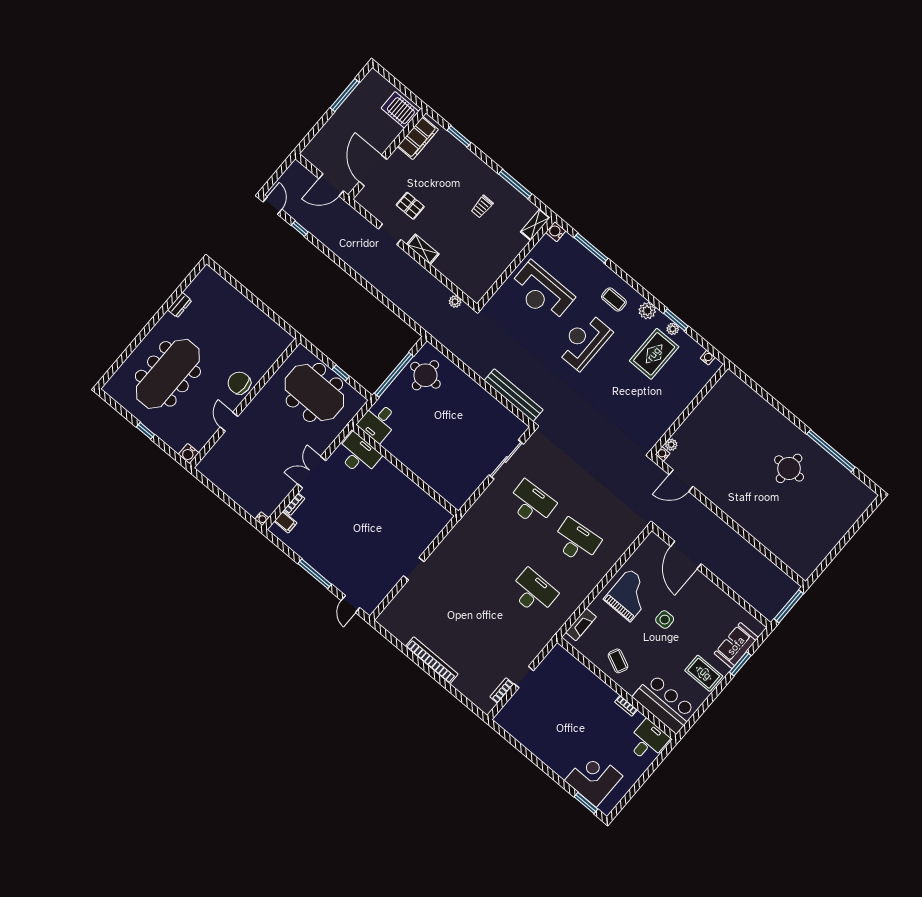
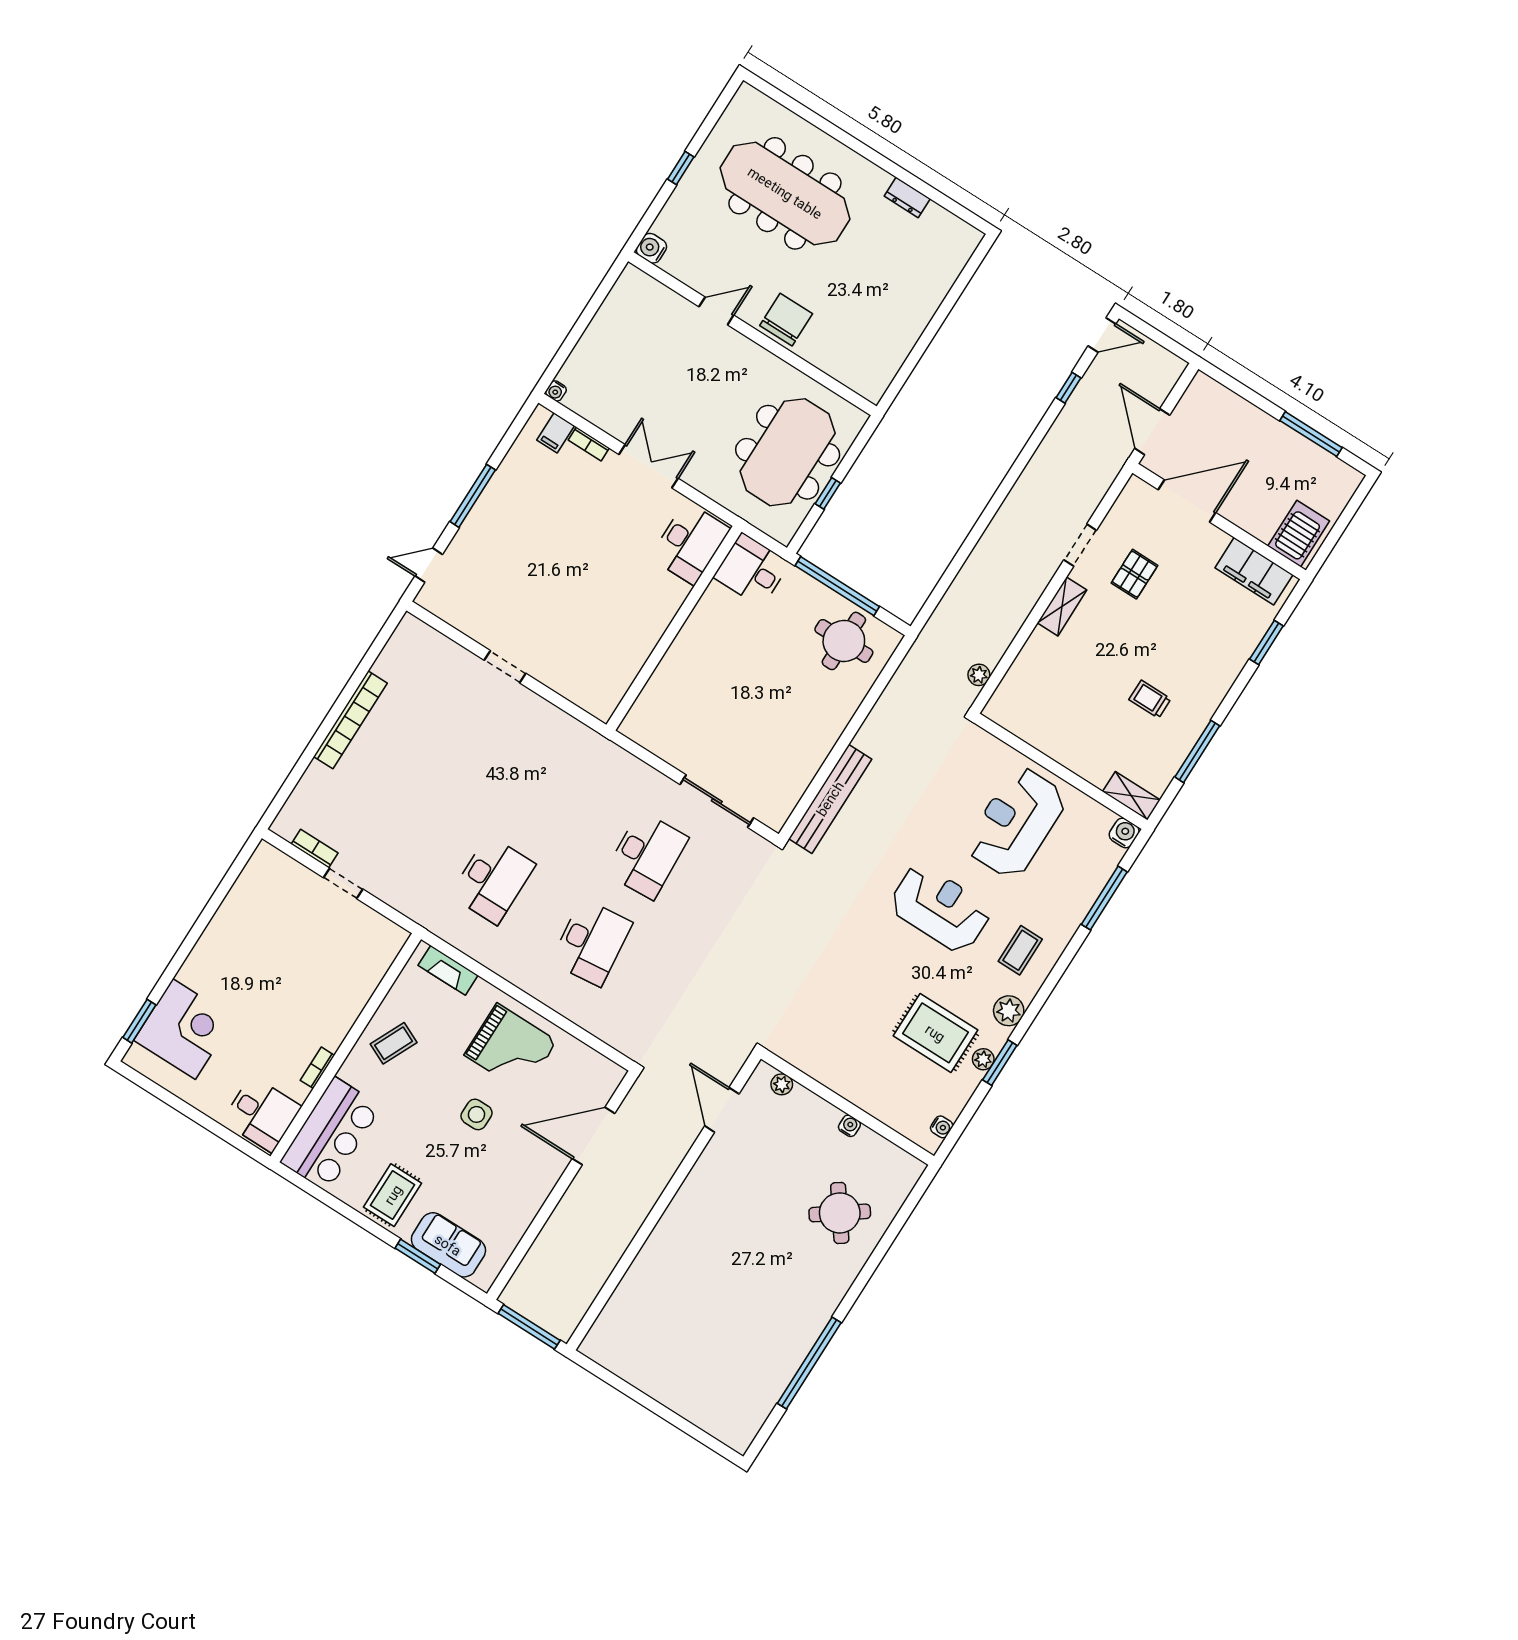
water cooler: (663, 454) -> (849, 1126), moved
round table: (789, 468) -> (840, 1213), moved, turned -36

